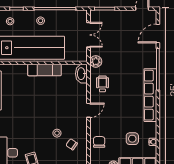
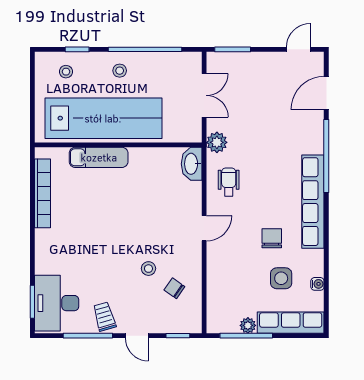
exam couch: (45, 70) -> (99, 157), moved
chair: (99, 142) -> (272, 238), moved

